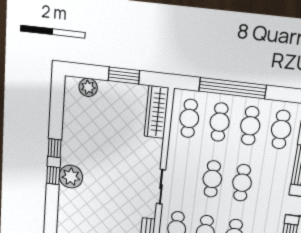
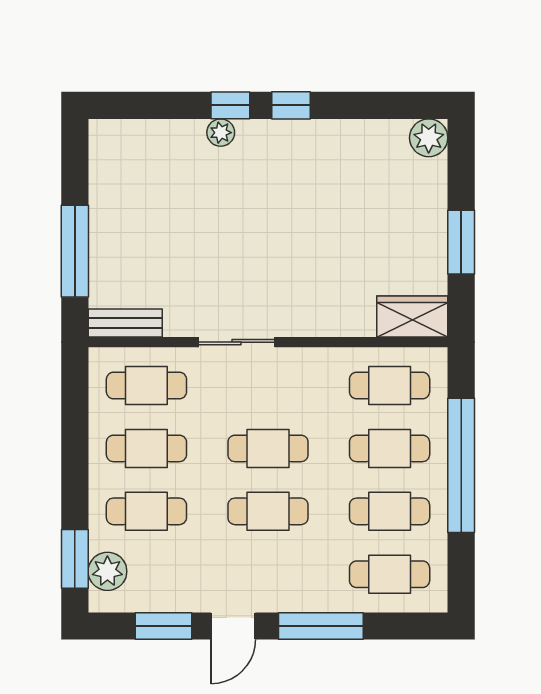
plant: (88, 87) -> (429, 138), moved
wardrobe: (156, 112) -> (412, 317), width x0.67
plant: (71, 177) -> (221, 133), width x0.53, depth x0.53

